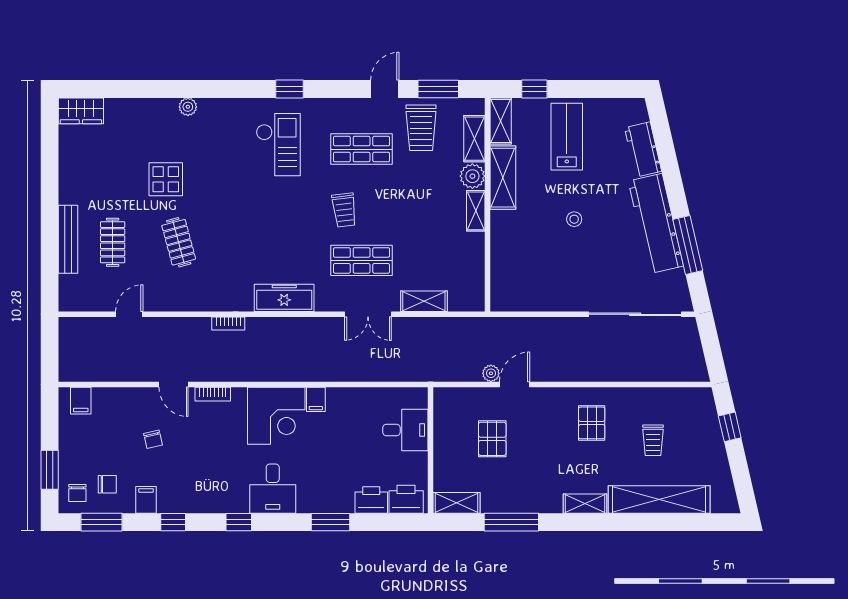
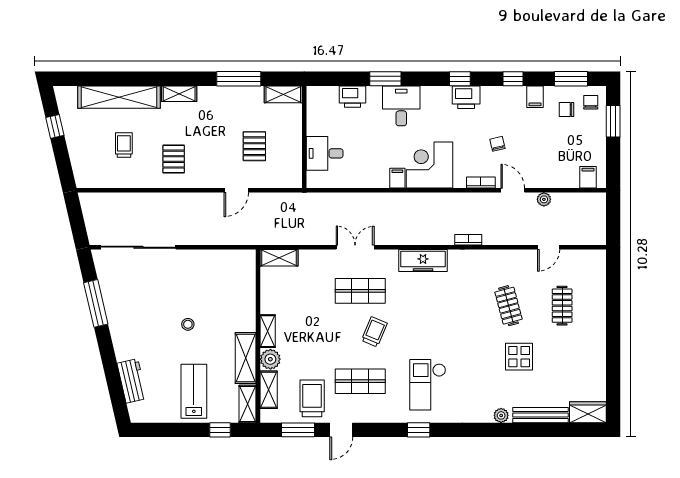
lab bench: (567, 137) -> (194, 391), turned 180
trolley: (344, 210) -> (374, 332), turned 30
workbench: (656, 223) -> (122, 321), removed
bench: (68, 239) -> (541, 415), moved, turned 90
shelving: (424, 301) -> (279, 258), moved
plant: (491, 373) -> (544, 199), moved
window: (730, 427) -> (55, 126), moved
chair: (153, 439) -> (497, 144), moved
desk: (273, 489) -> (401, 106), moved
printer: (406, 499) -> (466, 97), moved

